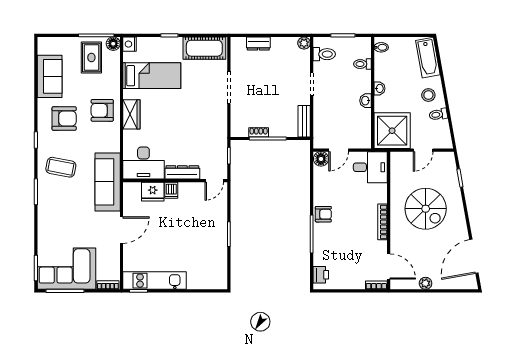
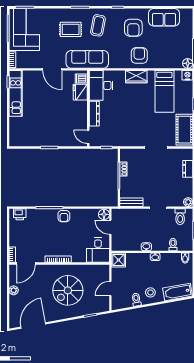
rug: (91, 58) -> (71, 29), moved
shower: (392, 131) -> (118, 260), width x0.54, depth x0.54
door: (423, 150) -> (110, 289), hinge flipped
dishwasher: (171, 190) -> (81, 79), moved
door: (474, 256) -> (33, 325), hinge flipped

